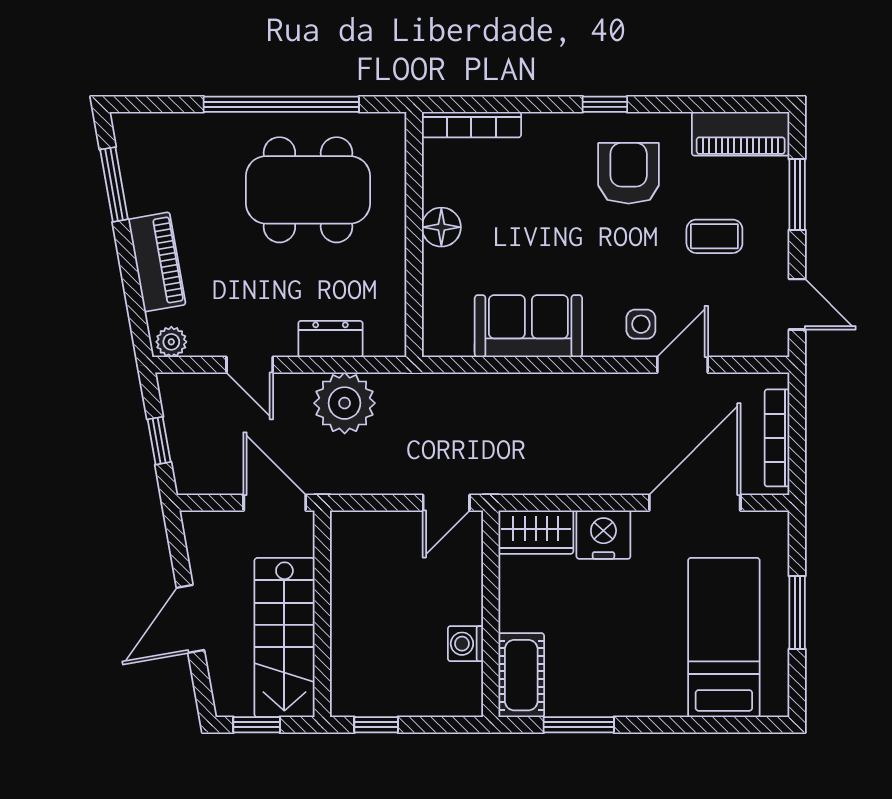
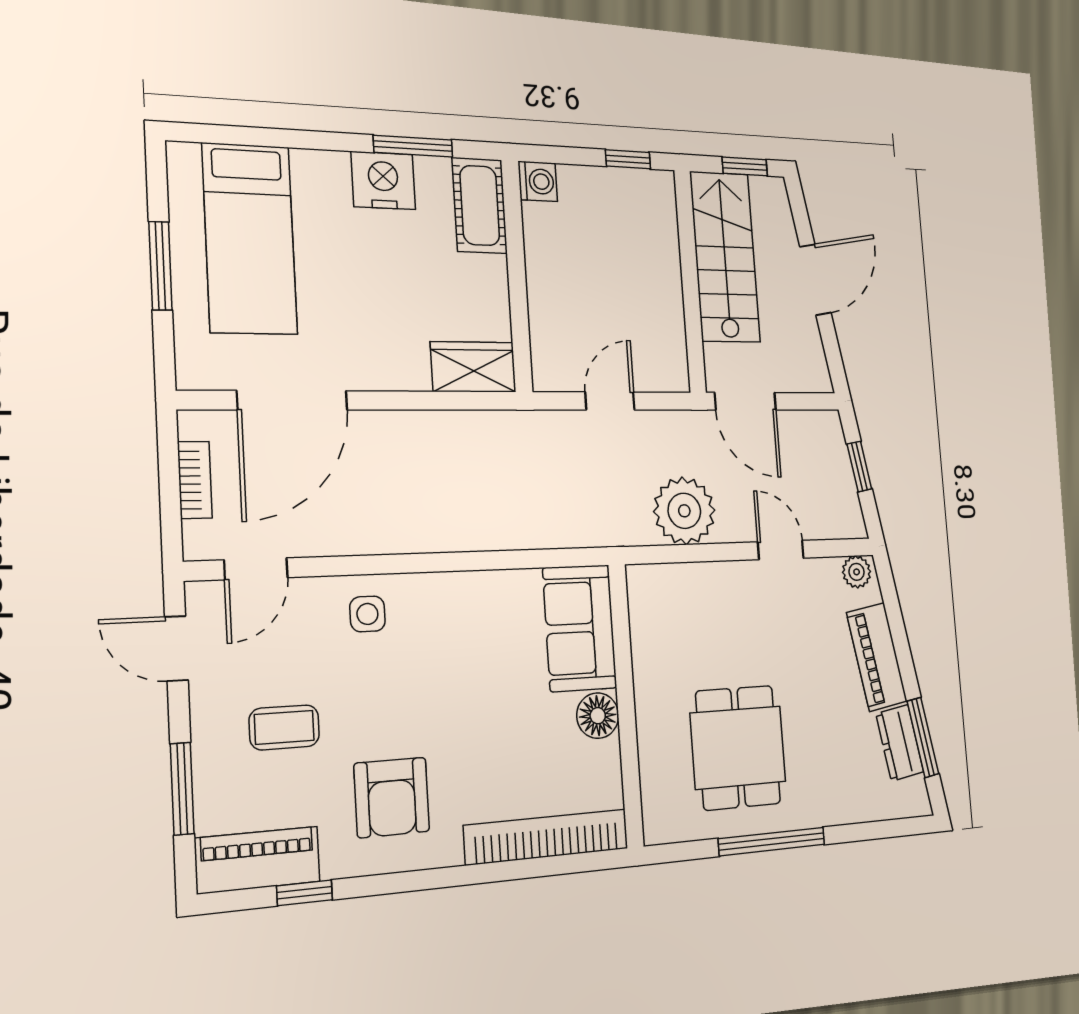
window: (281, 104) -> (772, 842), width x0.68
window: (605, 104) -> (304, 893), moved
bookcase: (471, 125) -> (547, 837), width x1.48, depth x1.31
dining table: (308, 190) -> (738, 747), width x0.73
sofa: (528, 326) -> (580, 628), moved, turned 90
dresser: (330, 339) -> (900, 743), moved, turned 80
door: (682, 365) -> (256, 569), moved
bookcase: (777, 438) -> (195, 480), width x0.64
door: (446, 503) -> (610, 401), moved
nightstand: (603, 535) -> (383, 181), moved, turned 180
washing machine: (465, 644) -> (538, 181), moved

